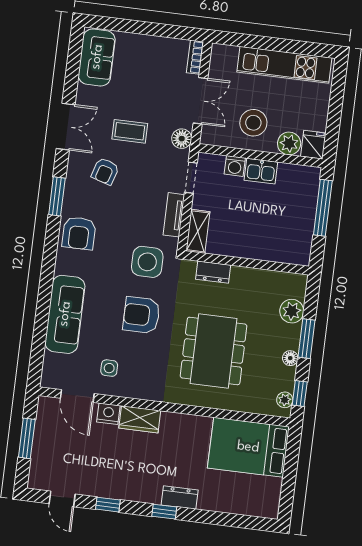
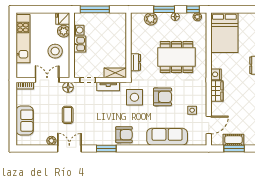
sofa: (97, 57) -> (25, 121), moved, turned 90
plant: (85, 94) -> (51, 141), added
washing machine: (235, 166) -> (79, 30), moved
armchair: (105, 171) -> (90, 125), removed
armchair: (141, 315) -> (162, 97), turned -90
nightstand: (108, 414) -> (216, 74), moved
cot: (44, 439) -> (233, 140), added

